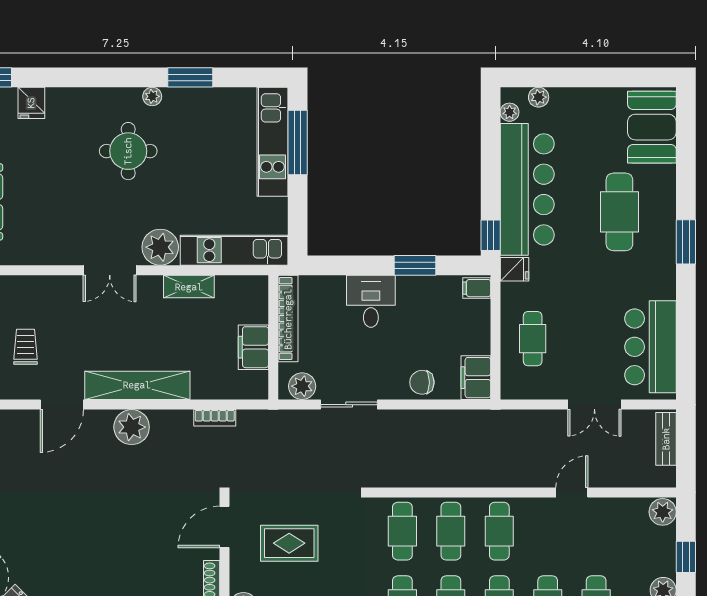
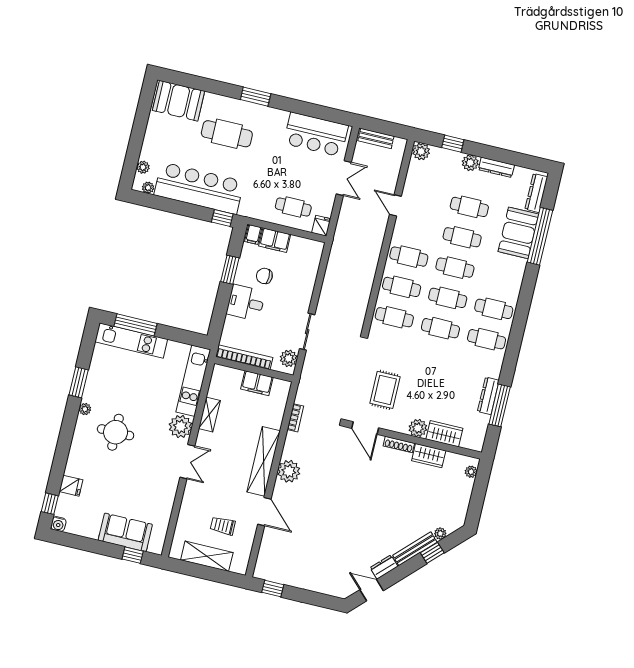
fridge: (514, 269) -> (321, 226), moved
filing cabinet: (476, 378) -> (275, 240), moved
chair: (422, 382) -> (264, 276), moved, turned 90

